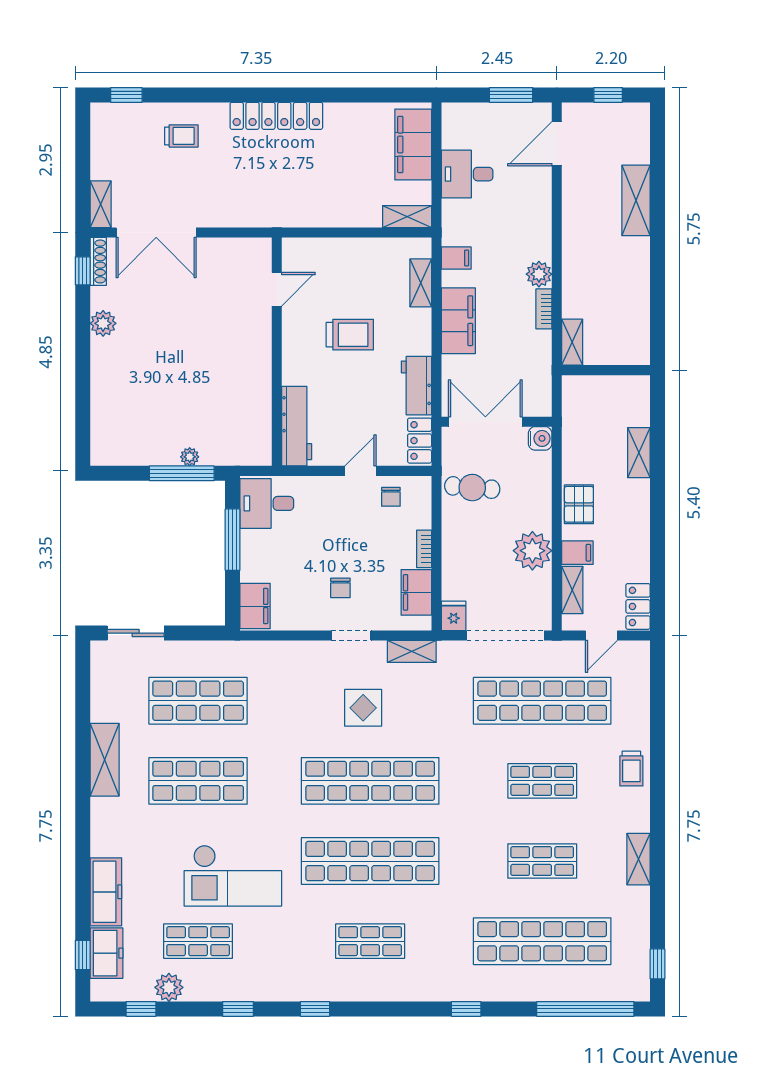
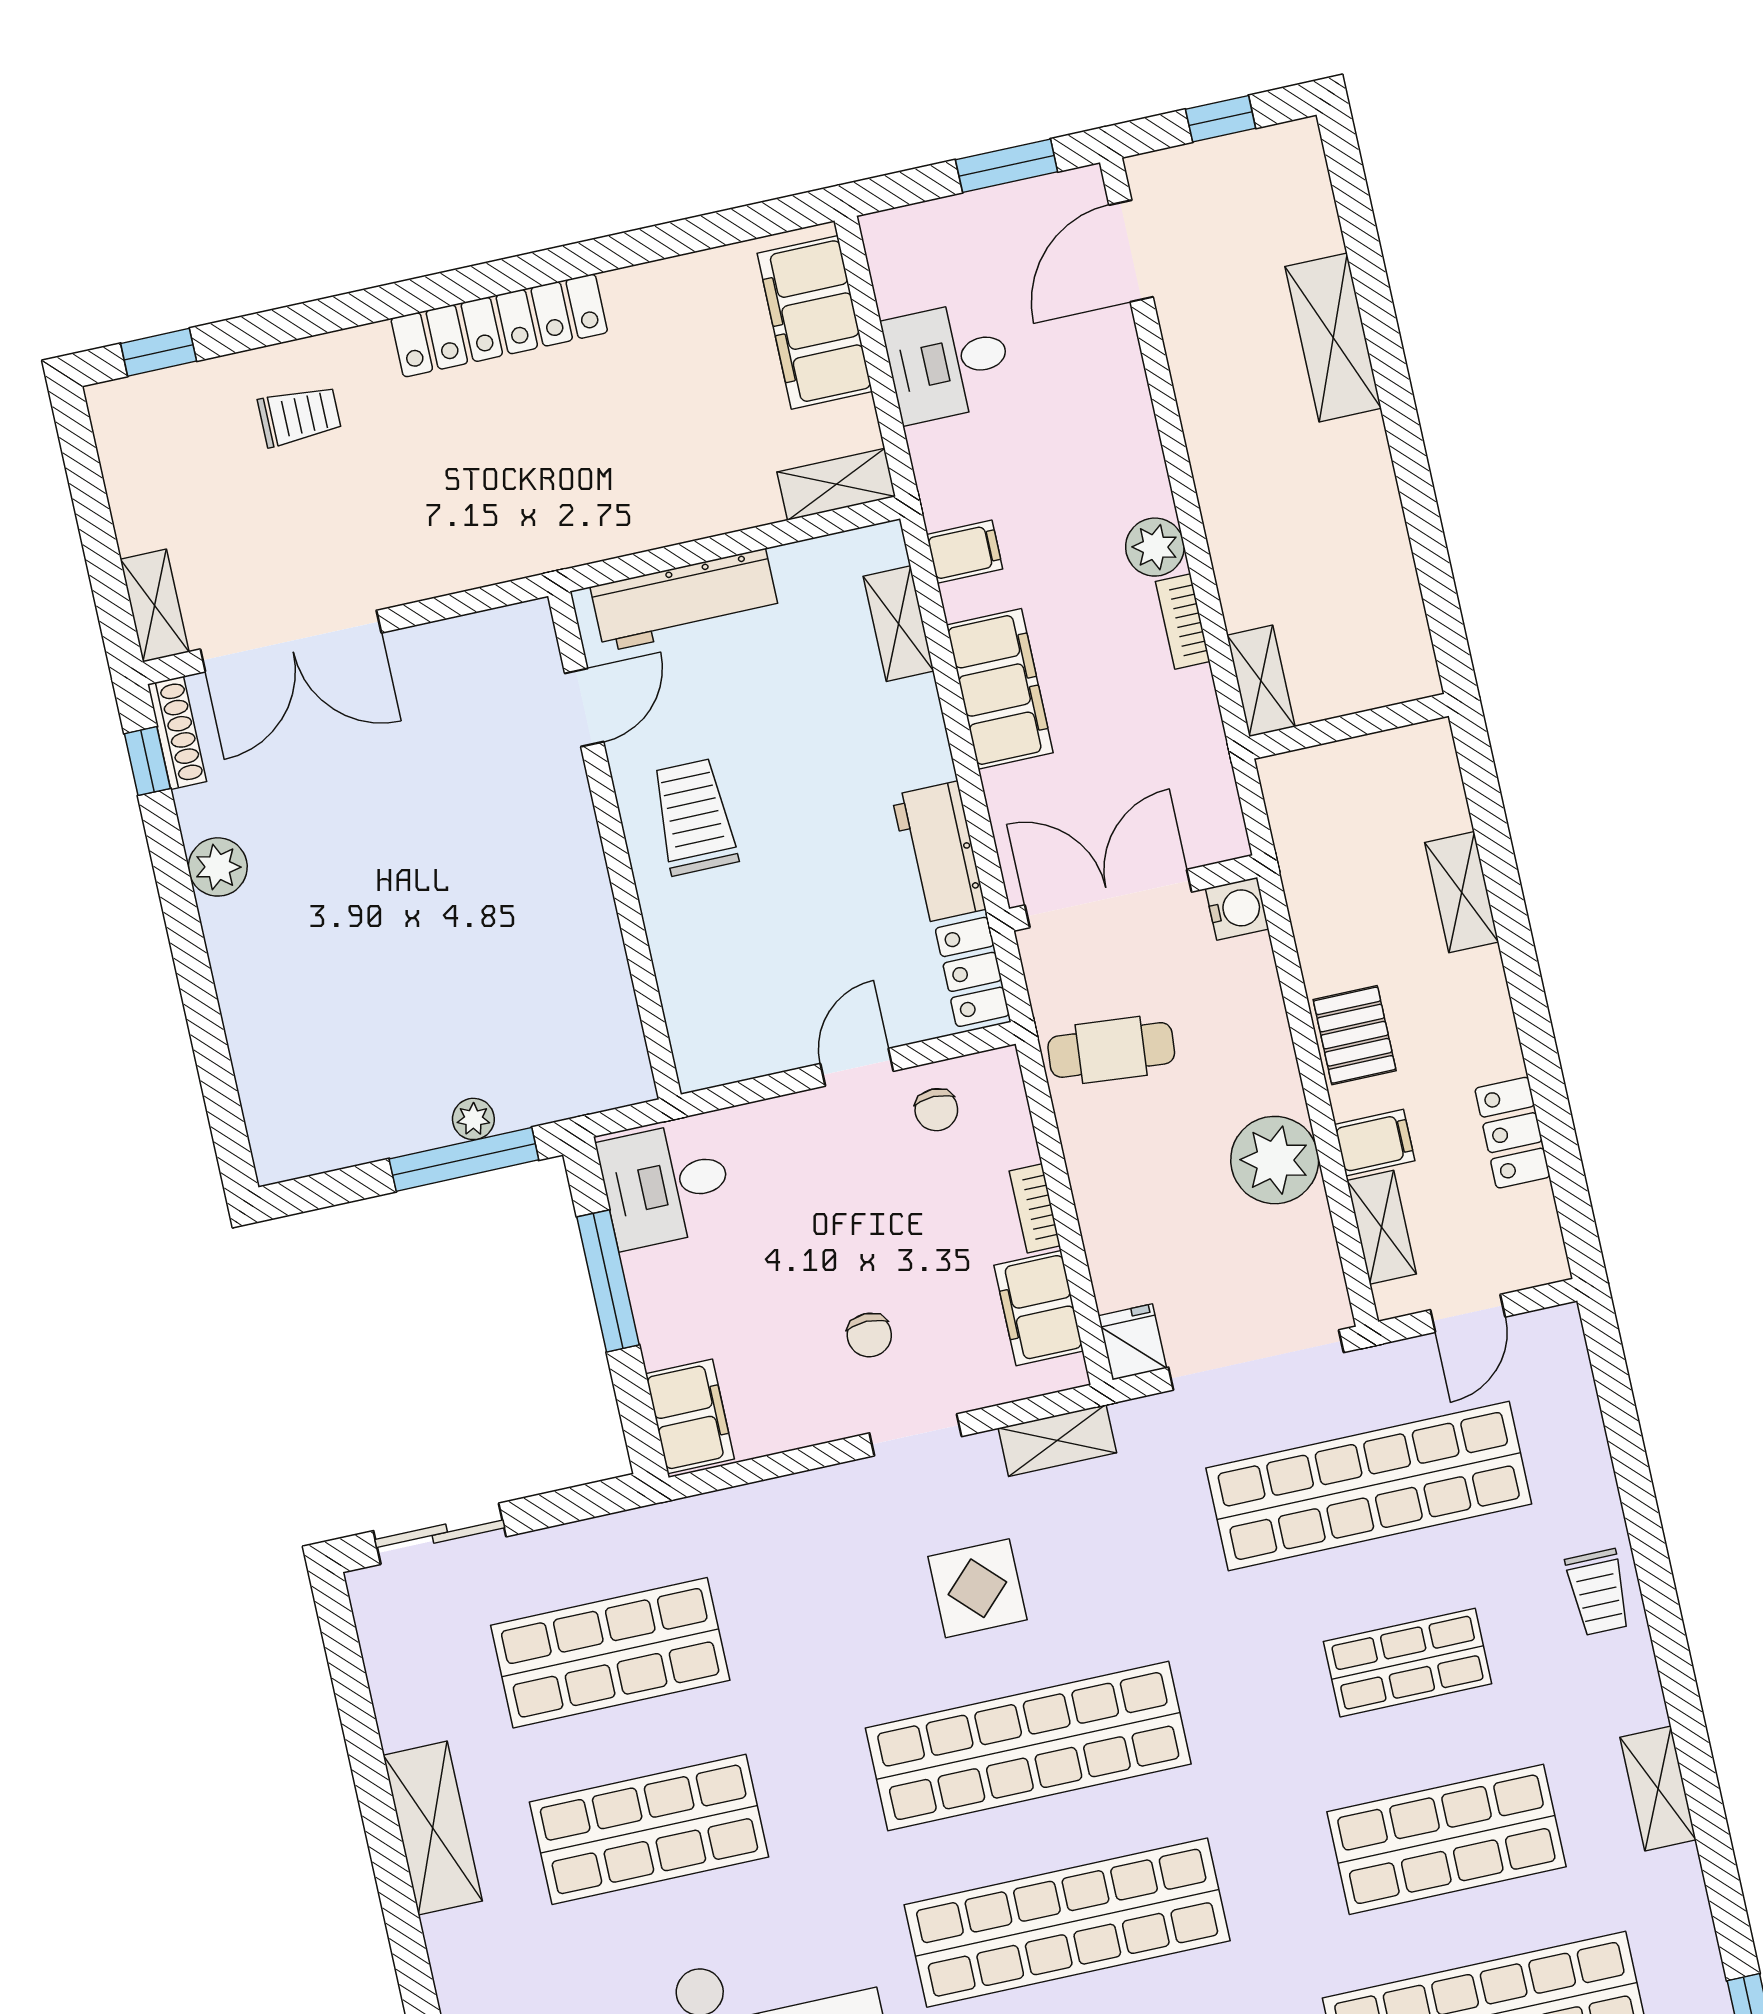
trolley: (350, 335) -> (694, 817), moved, turned -90
workbench: (297, 426) -> (685, 600), moved, turned 90
locker: (638, 606) -> (1512, 1133), moved
shop shelf: (542, 861) -> (1446, 1839), width x1.43, depth x1.36

